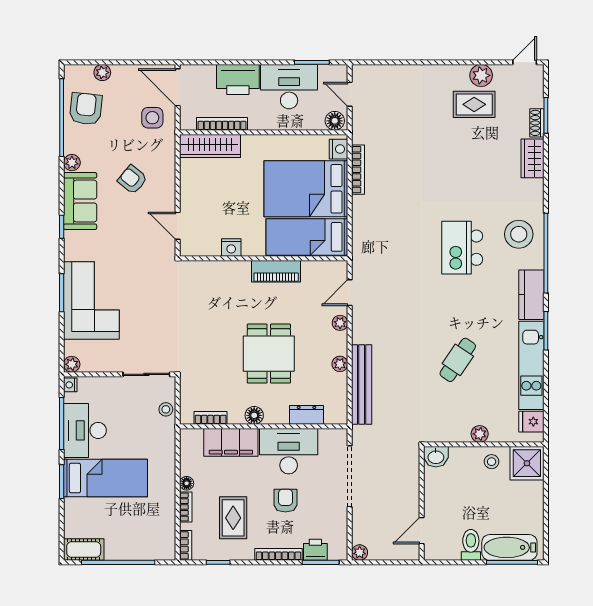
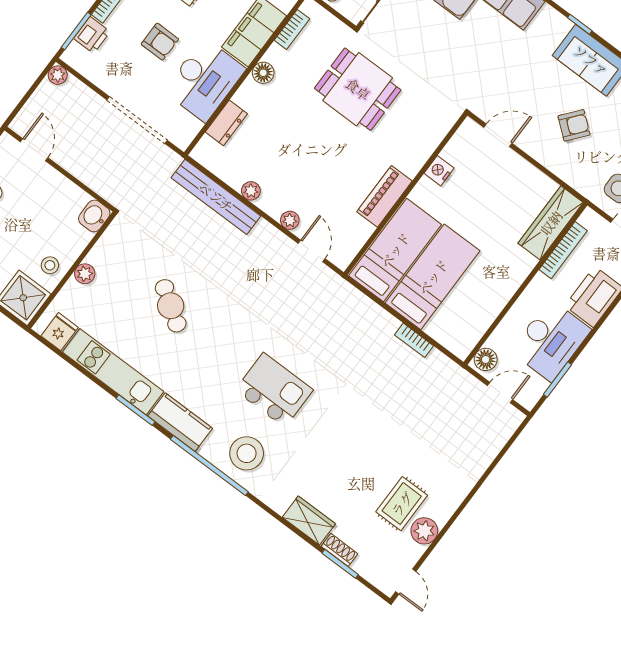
nightstand: (339, 149) -> (456, 343), removed
bookcase: (358, 170) -> (414, 340), width x0.64
bed: (306, 189) -> (433, 277), width x0.67
dining table: (269, 354) -> (358, 89), moved

